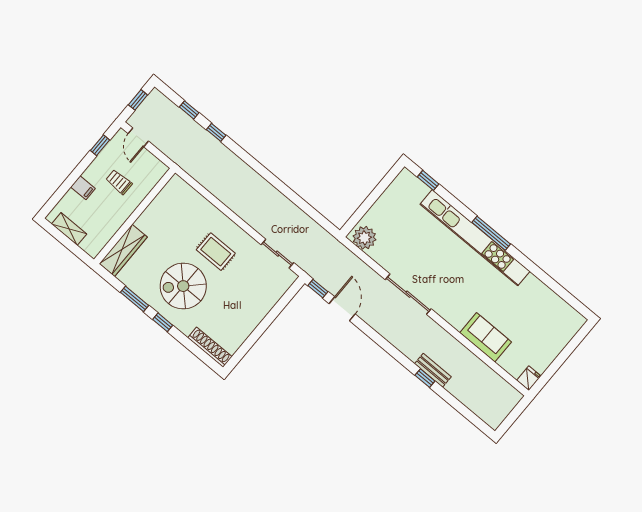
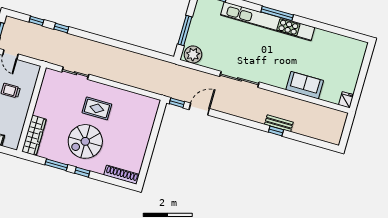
window: (368, 204) -> (185, 30), added
sliding door: (277, 254) -> (75, 73), moved
door: (342, 309) -> (199, 109), hinge flipped

